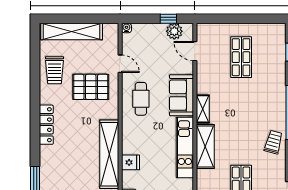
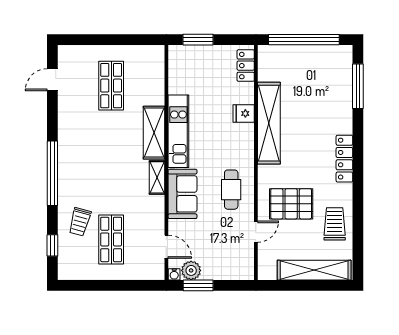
window: (168, 19) -> (198, 285), width x1.50
water cooler: (126, 28) -> (174, 274), moved
door: (120, 64) -> (256, 232), swing flipped
trolley: (273, 142) -> (80, 222), moved

